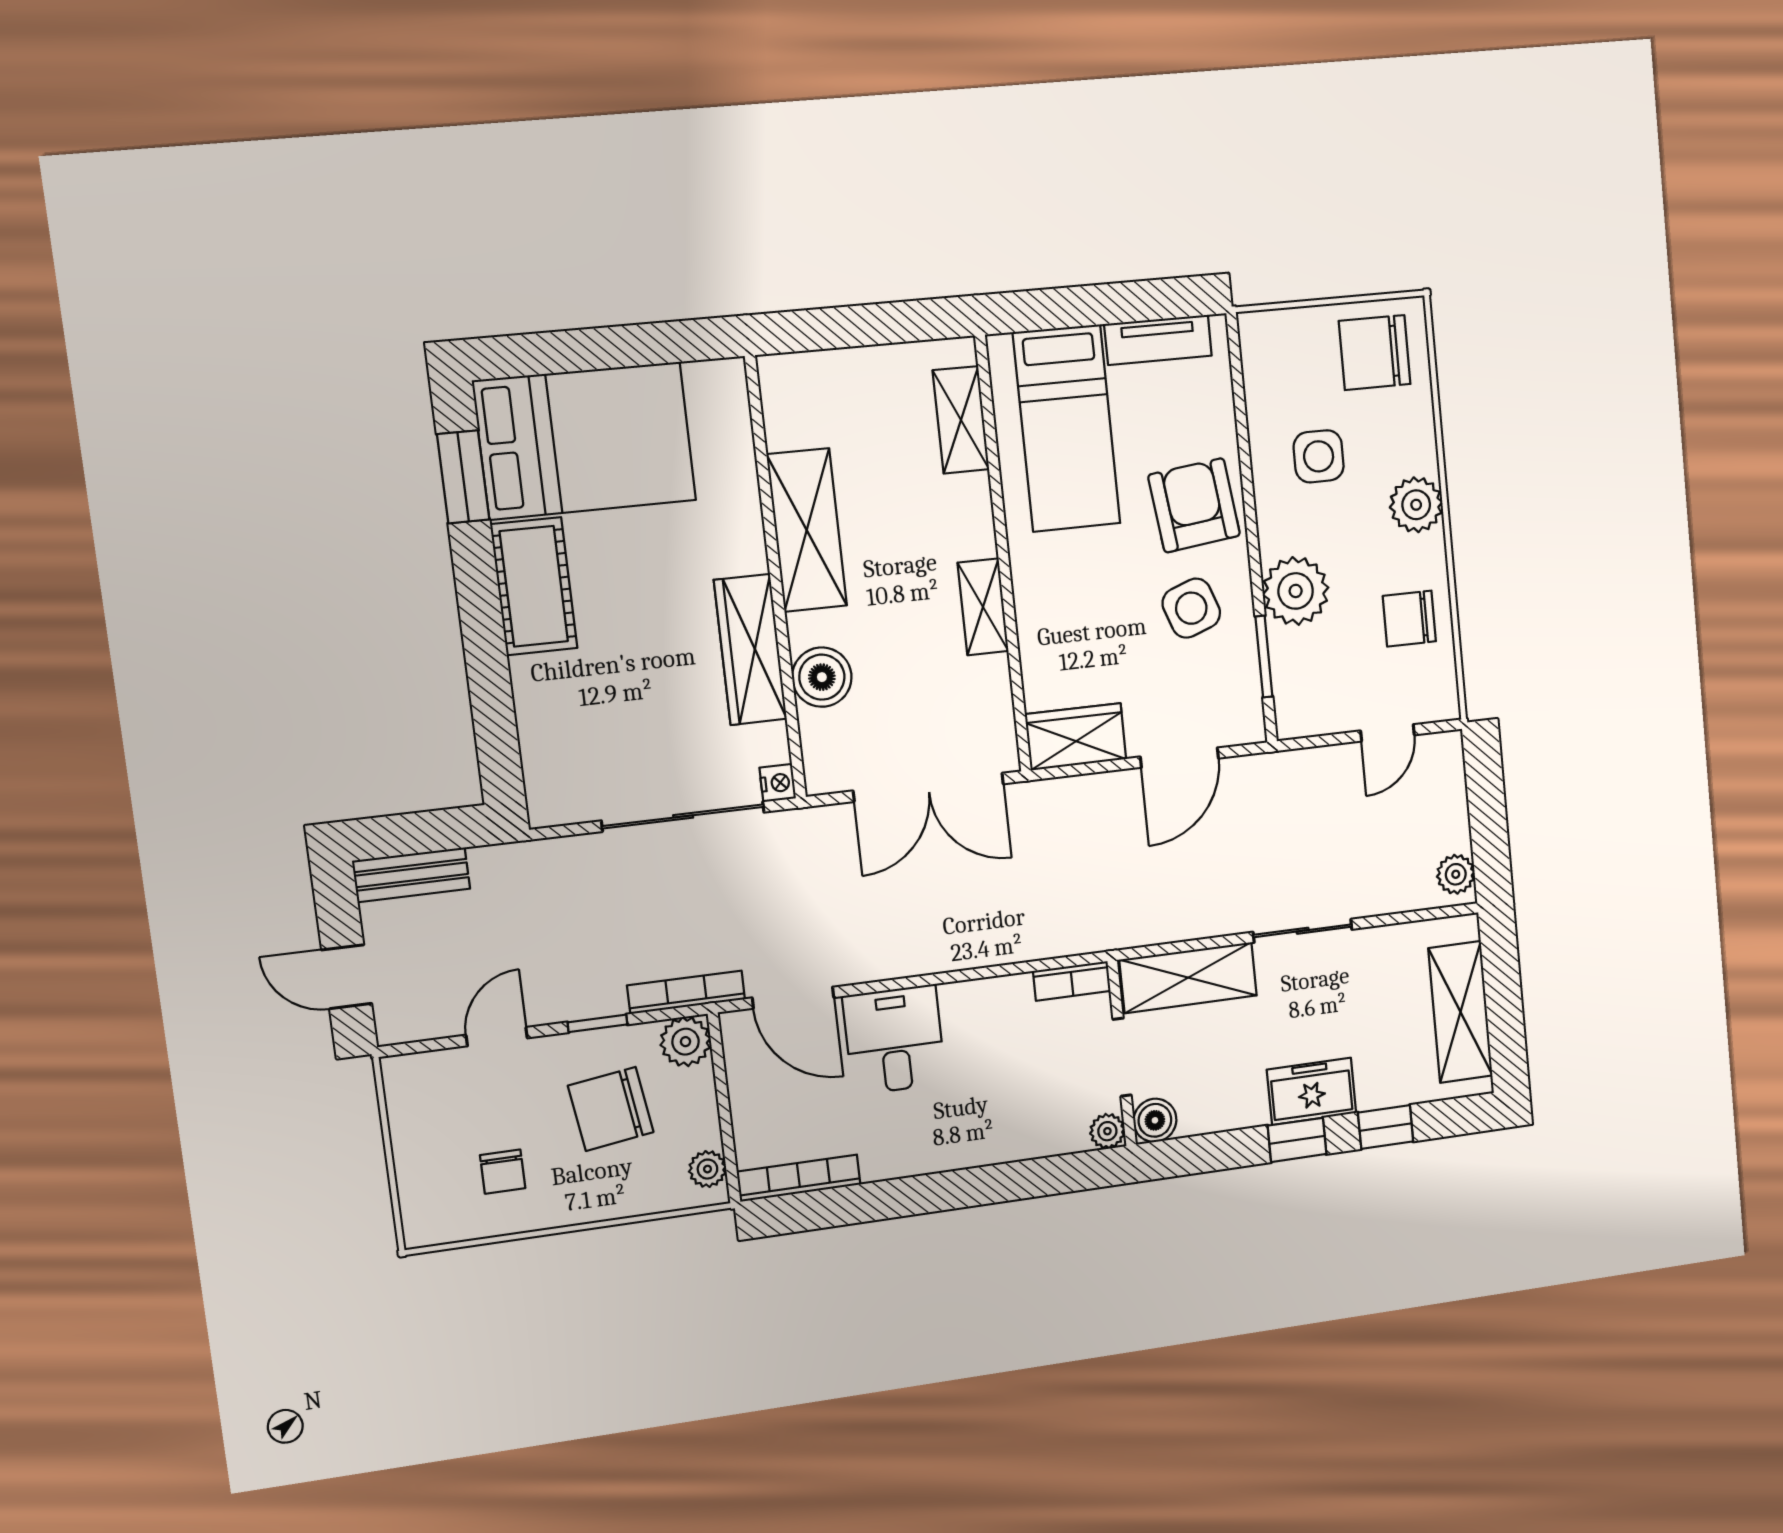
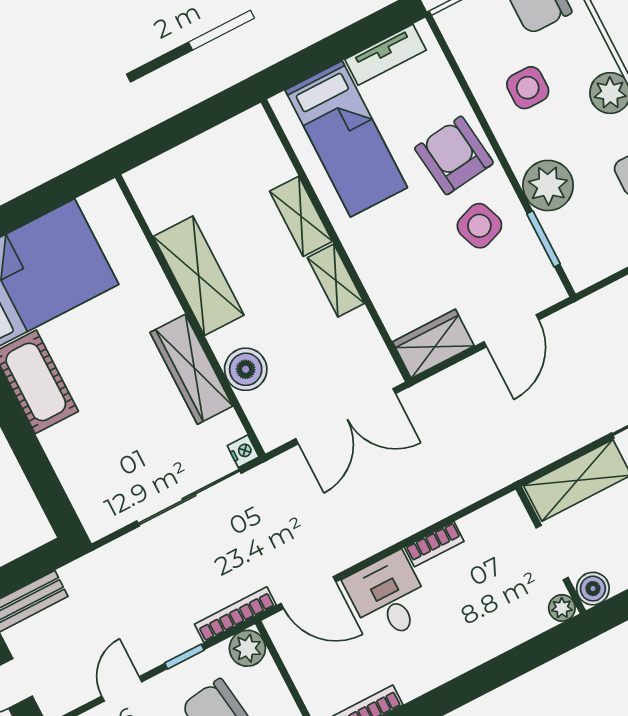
shelving: (961, 420) -> (301, 216), moved
bookcase: (1072, 981) -> (434, 544), moved

